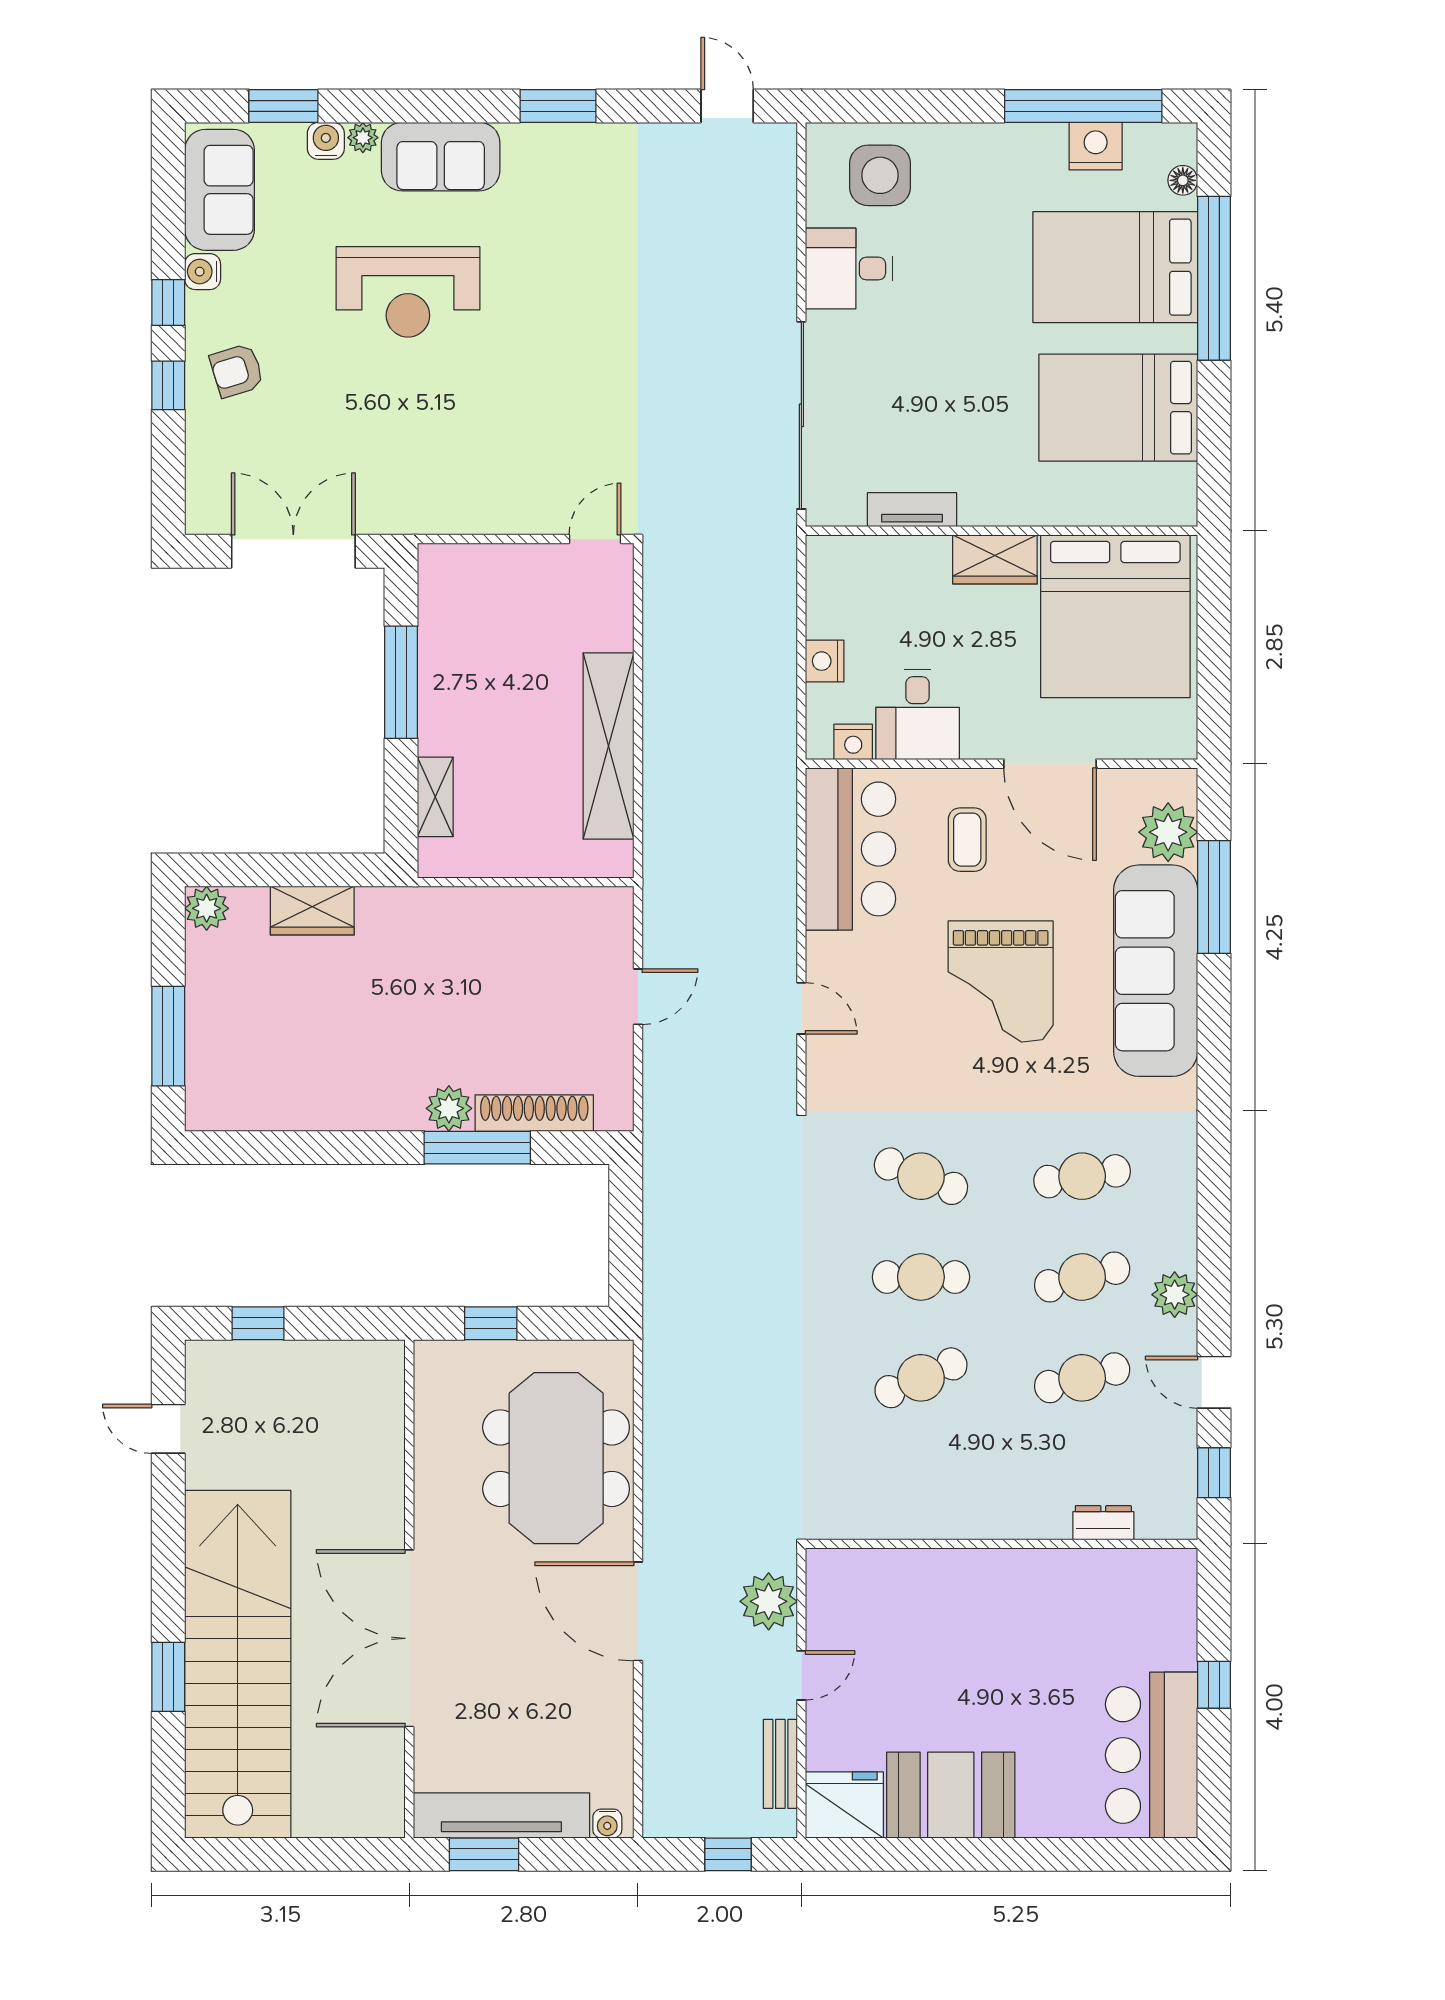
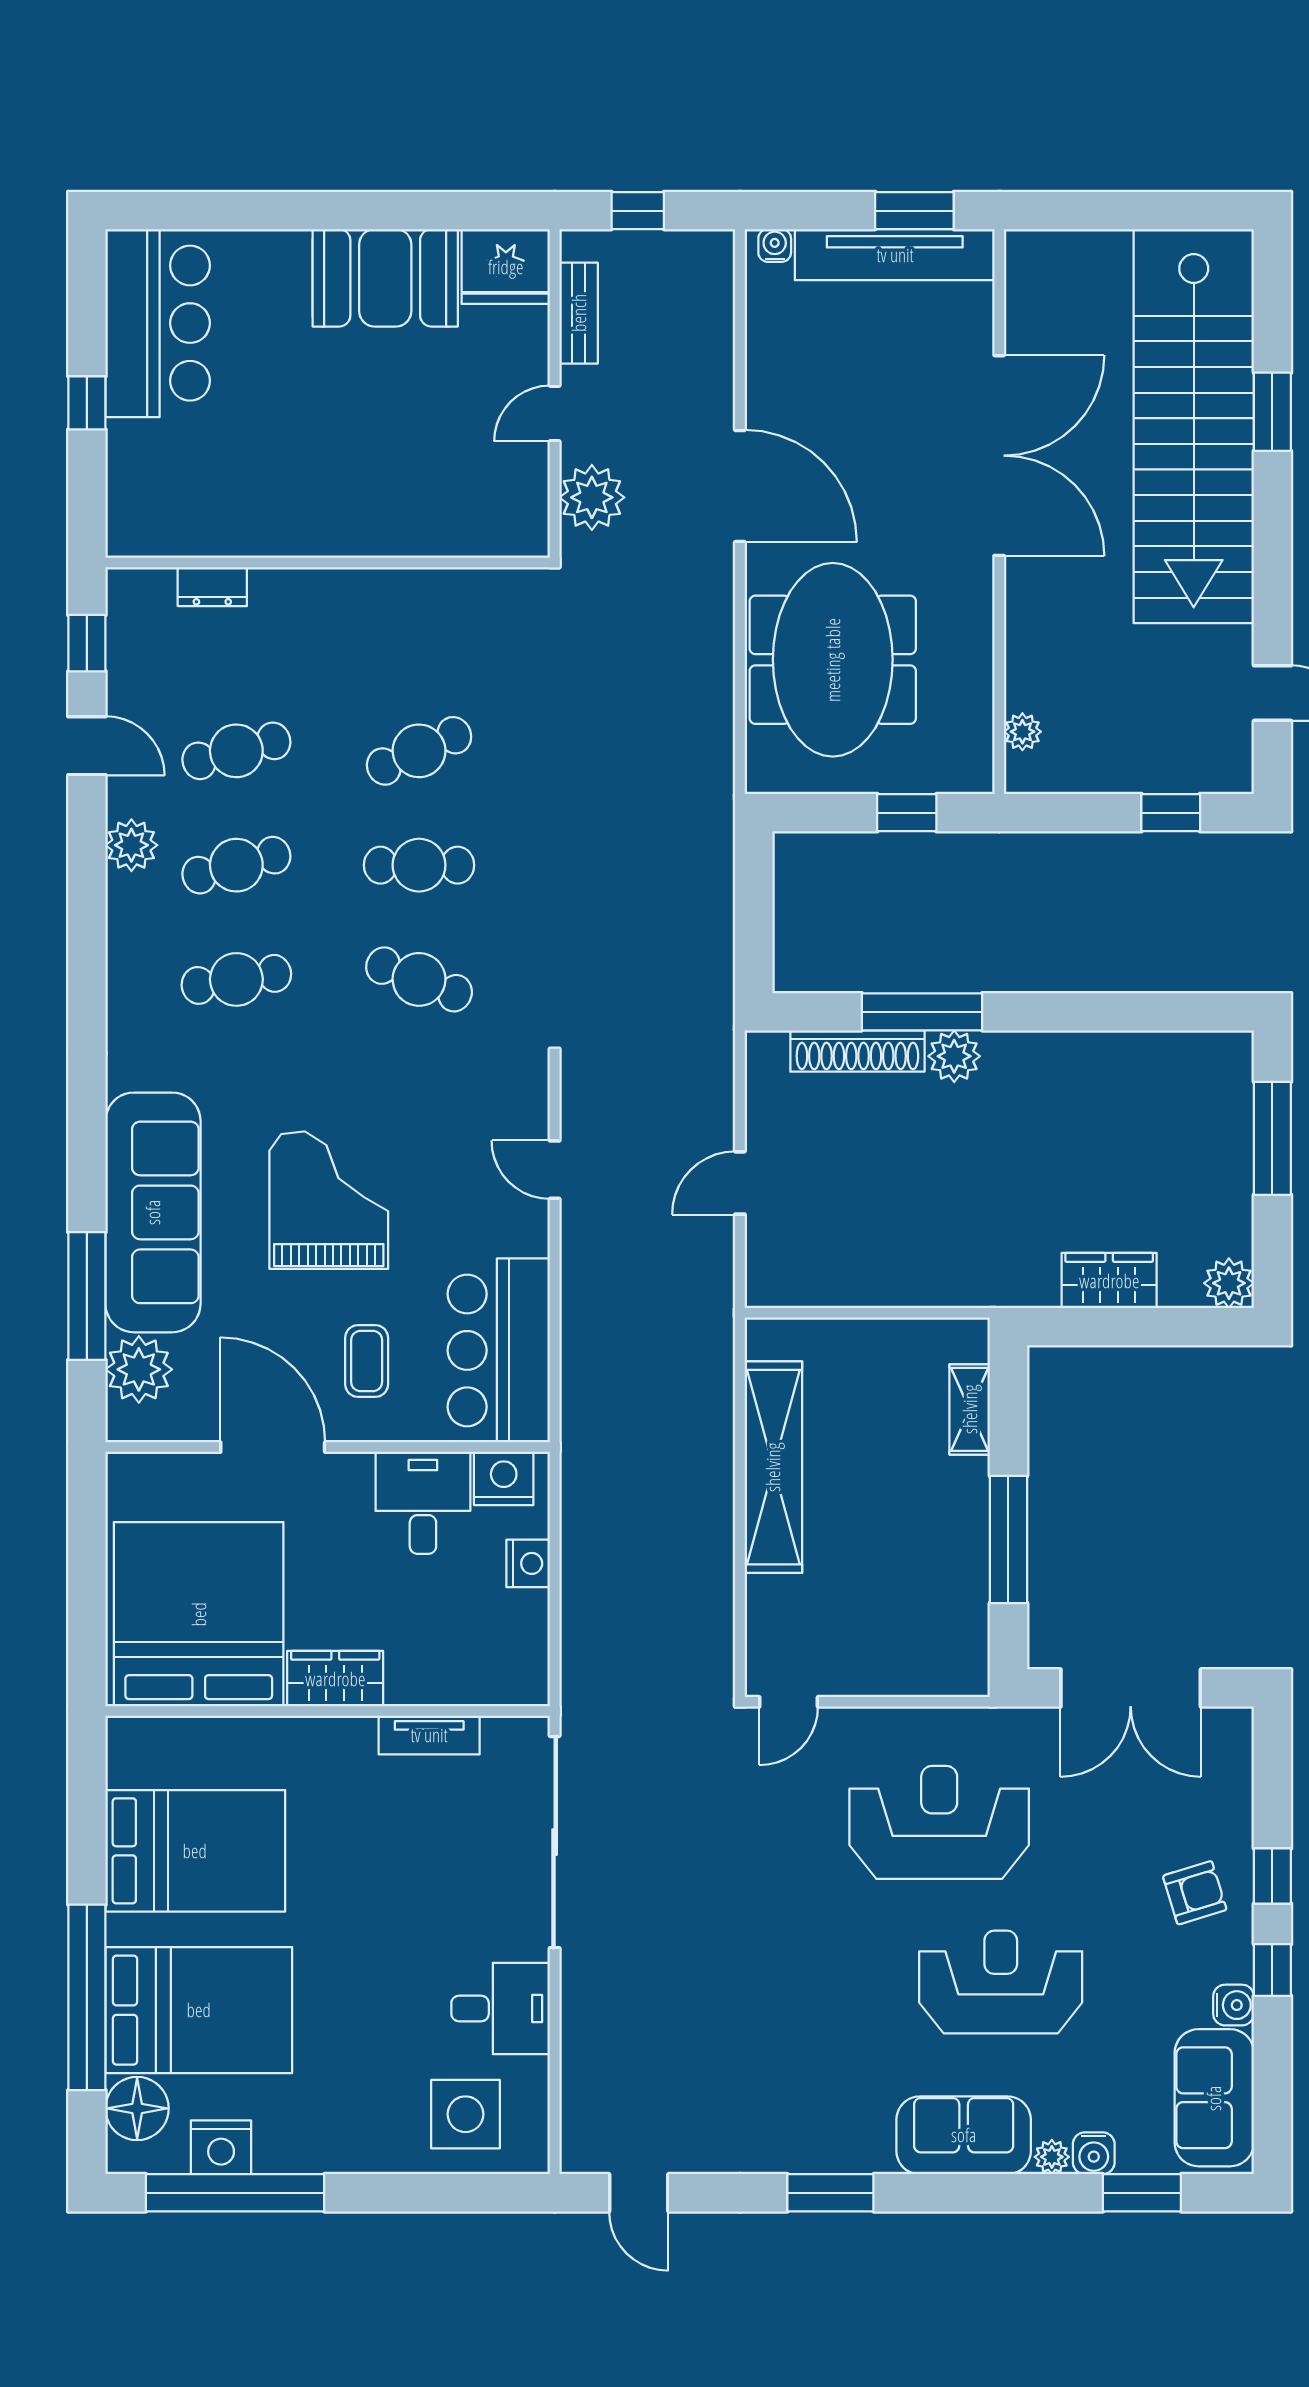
floor lamp: (1183, 180) -> (137, 2108), width x1.89, depth x1.89
reception desk: (462, 433) -> (939, 1822), added
nightstand: (853, 742) -> (504, 1478), width x1.36, depth x1.33
plant: (389, 1395) -> (1022, 732), added

